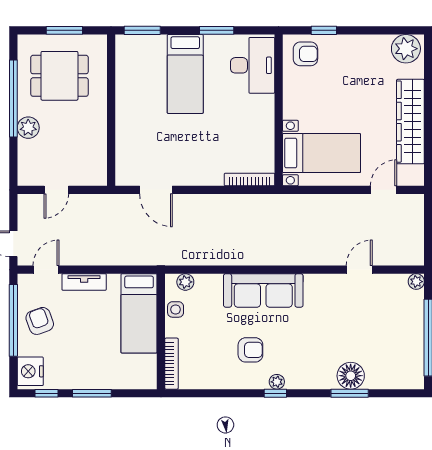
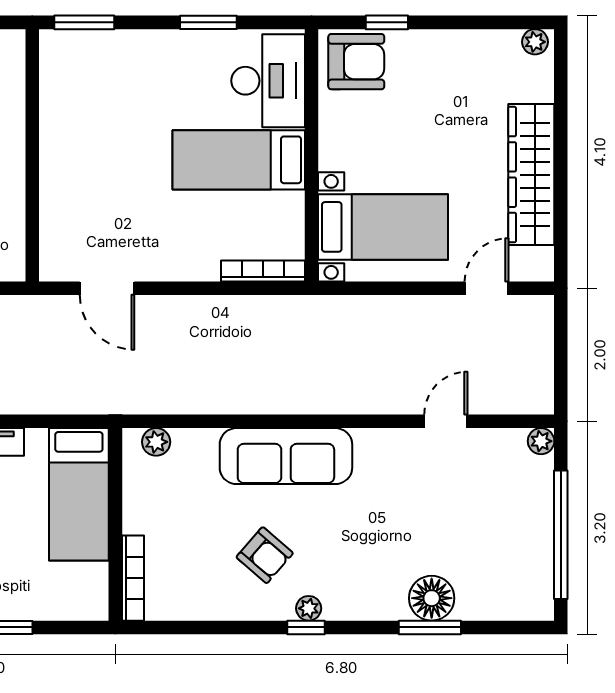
plant: (406, 49) -> (535, 42), width x0.53, depth x0.53
armchair: (305, 54) -> (356, 62), width x1.38, depth x1.38
bed: (185, 74) -> (239, 160), moved, turned 90
side table: (176, 309) -> (140, 488), removed
armchair: (250, 350) -> (265, 555), turned 41

